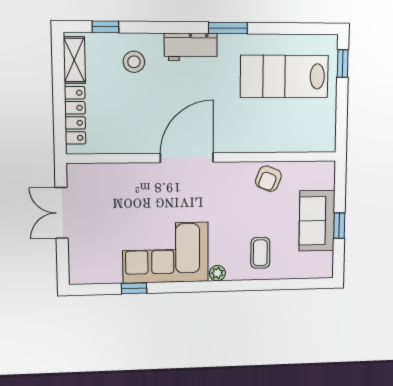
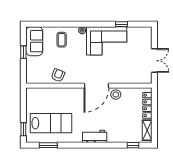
window: (228, 28) -> (48, 145), moved
stool: (134, 62) -> (116, 95), moved
sofa: (317, 221) -> (34, 41), moved

